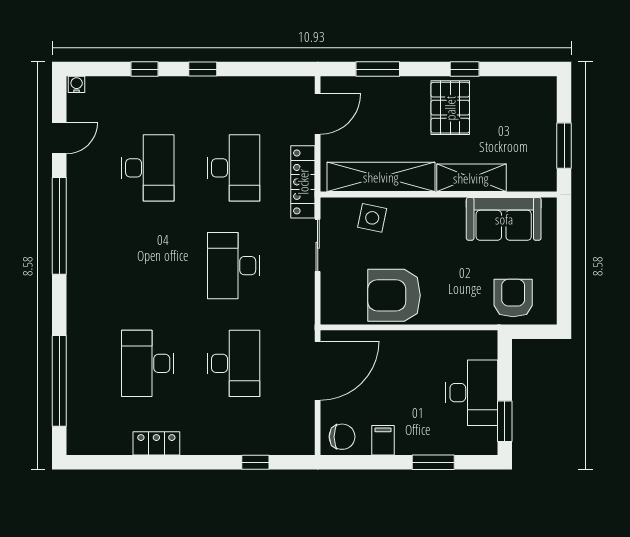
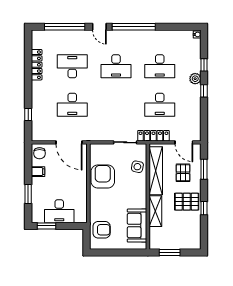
plant: (175, 89) -> (195, 79), added
pallet: (386, 116) -> (183, 173), added
door: (59, 138) -> (99, 27), moved
desk: (234, 266) -> (116, 66), moved, turned 180
locker: (156, 443) -> (37, 65), width x1.53

